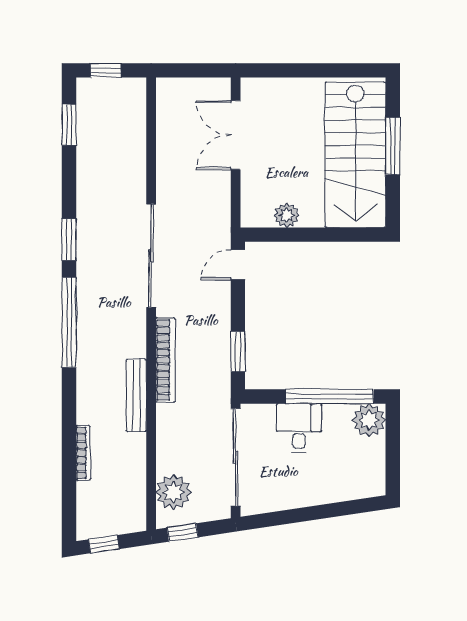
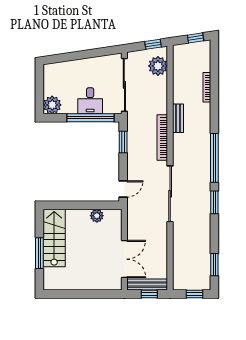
window: (190, 70) -> (149, 294), added
bench: (193, 88) -> (147, 285), added
stairs: (355, 155) -> (54, 238), width x0.73, depth x0.66
bench: (136, 395) -> (178, 118), width x0.73
window: (329, 396) -> (90, 118), moved

